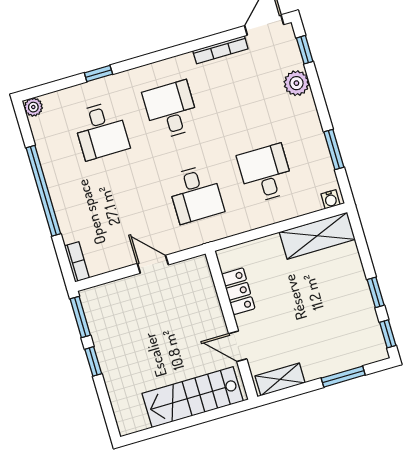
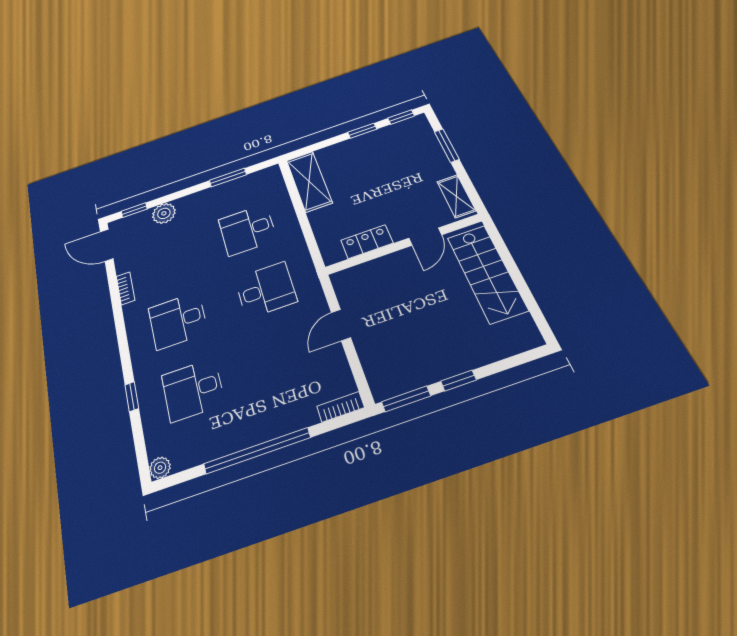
bookcase: (220, 50) -> (125, 288), width x0.64
desk: (101, 131) -> (193, 390), turned 180
water cooler: (331, 199) -> (274, 175), removed

